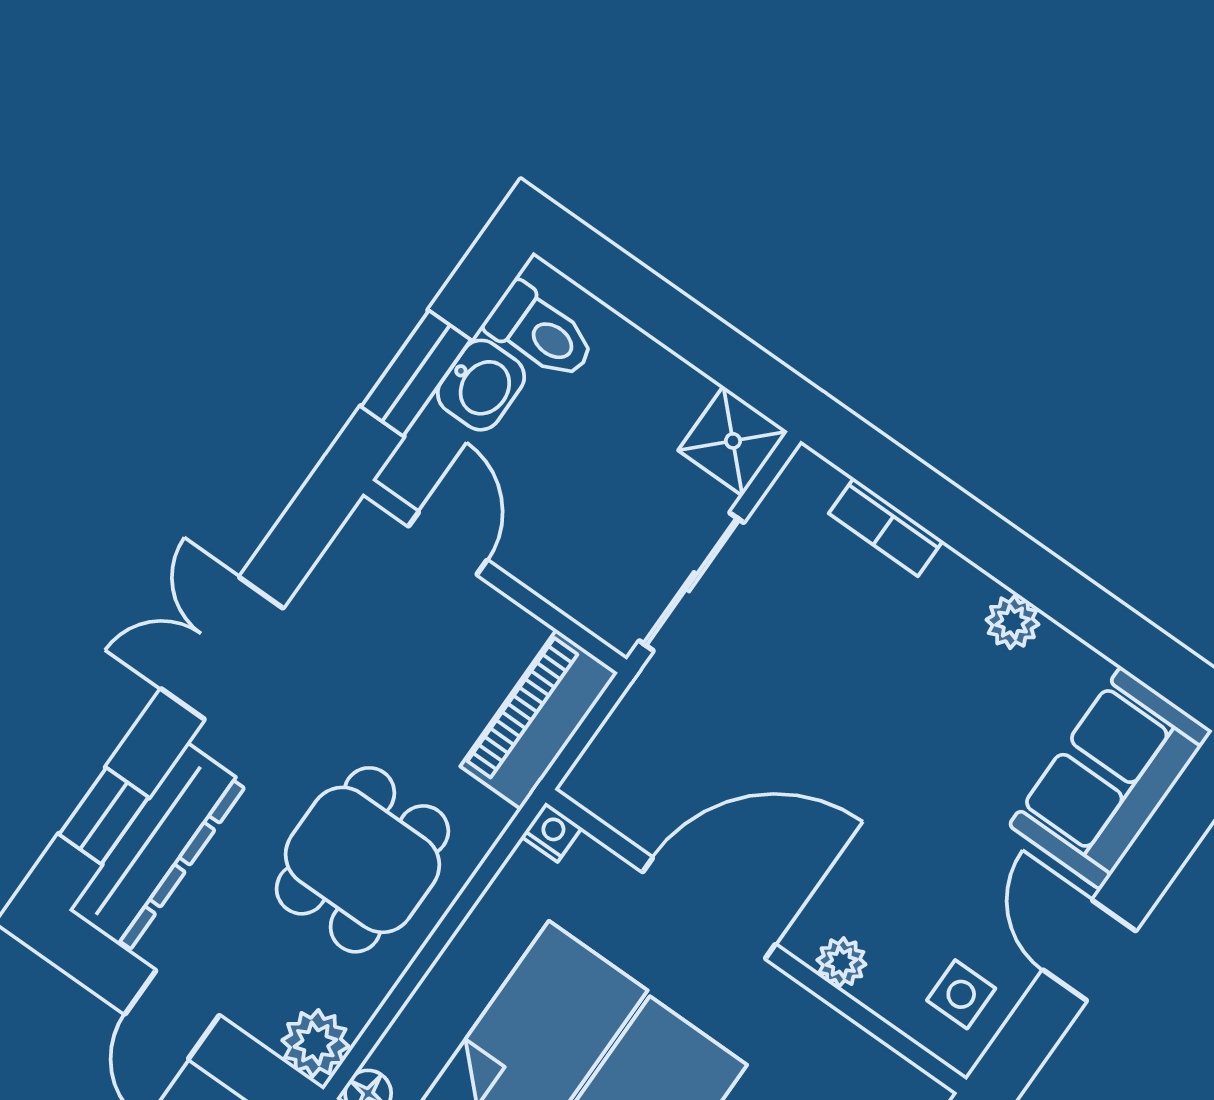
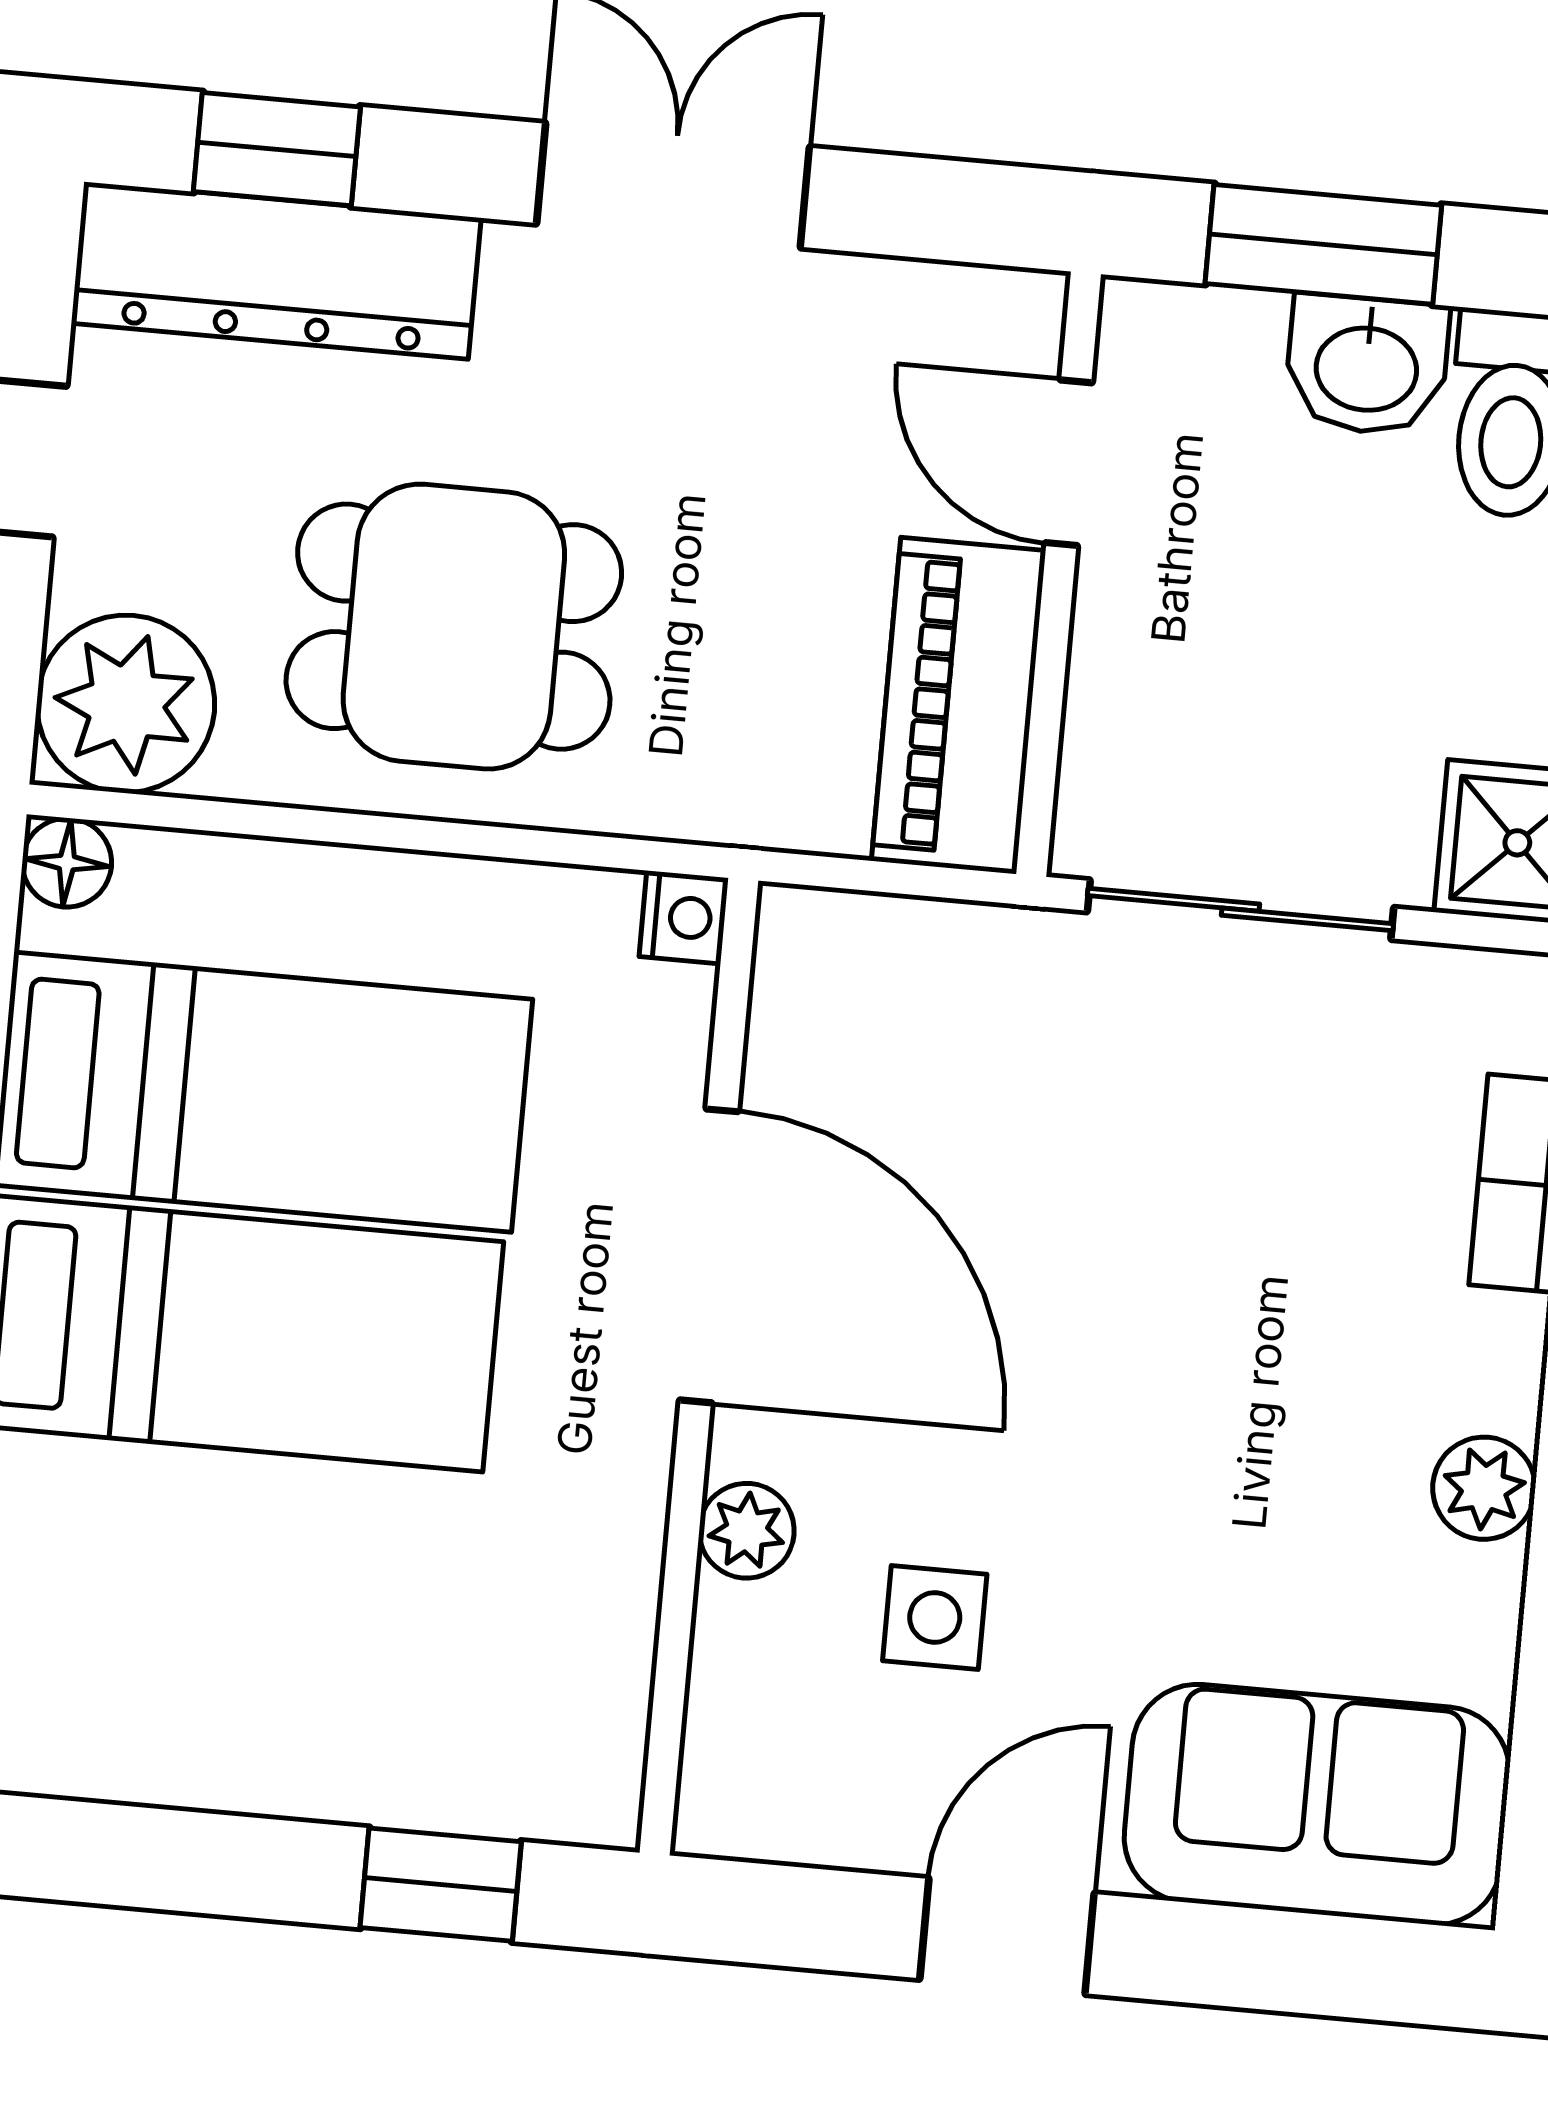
door: (448, 543) -> (1069, 463), swing flipped
piano: (539, 719) -> (959, 706), moved, turned -90
side table: (961, 994) -> (935, 1617), moved
plant: (315, 1043) -> (126, 704), width x1.36, depth x1.36

